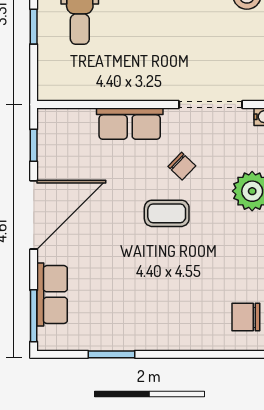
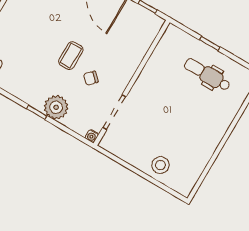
row of seats: (130, 124) -> (129, 64), removed

